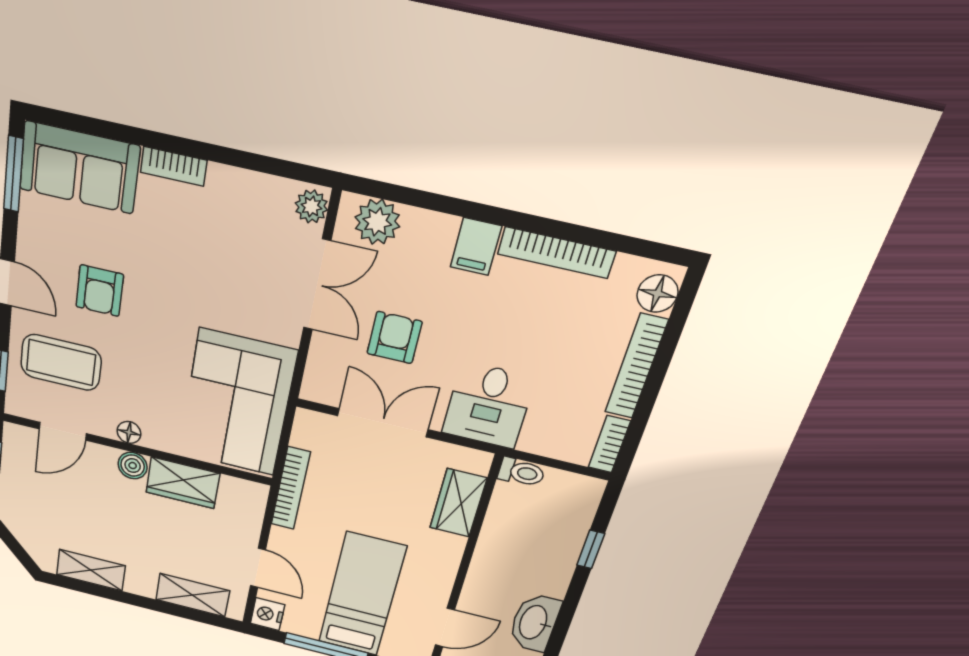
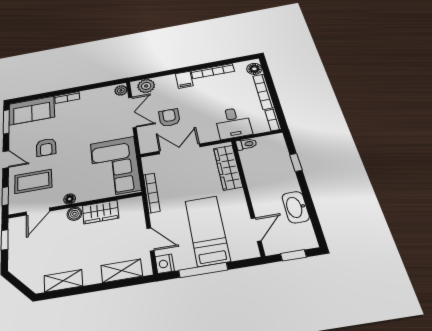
desk: (488, 405) -> (233, 123), moved
wardrobe: (458, 503) -> (228, 167), width x1.50

